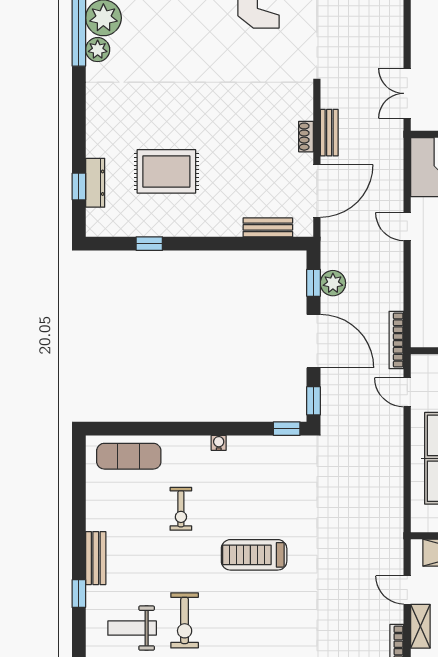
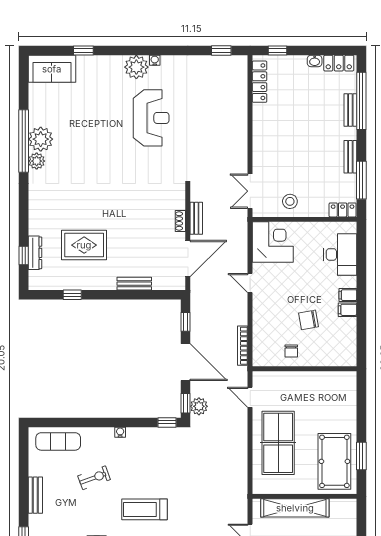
bench: (268, 227) -> (134, 284), moved
plant: (333, 283) -> (199, 406), moved
bookcase: (396, 340) -> (243, 346), moved
exercise bike: (181, 509) -> (94, 478), turned -110
bench: (96, 558) -> (35, 495), moved

